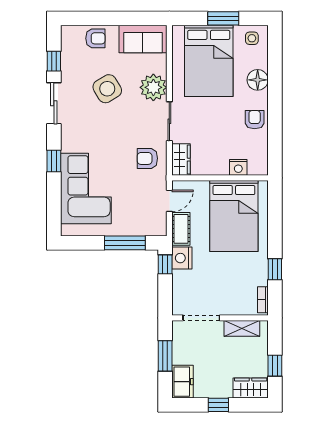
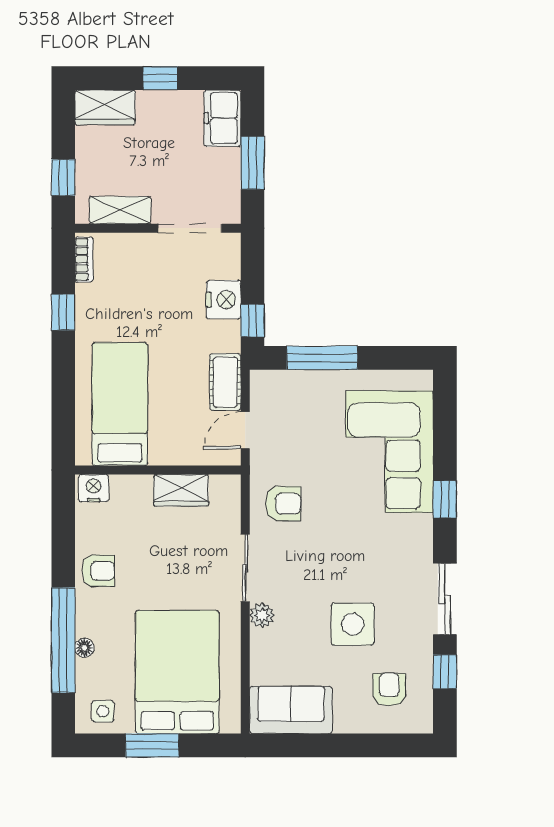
armchair: (95, 38) -> (389, 689), moved, turned 90
window: (275, 79) -> (63, 640), added
floor lamp: (258, 80) -> (84, 648), width x0.53, depth x0.53
plant: (153, 87) -> (262, 615), width x0.53, depth x0.53
side table: (107, 89) -> (353, 624), turned 31
armchair: (255, 120) -> (98, 571), turned -90
wardrobe: (181, 160) -> (181, 490), moved, turned -90
nightstand: (238, 167) -> (94, 488), moved
bed: (234, 216) -> (120, 404), width x0.67
nightstand: (182, 258) -> (224, 300), moved
window: (275, 366) -> (63, 177), moved

